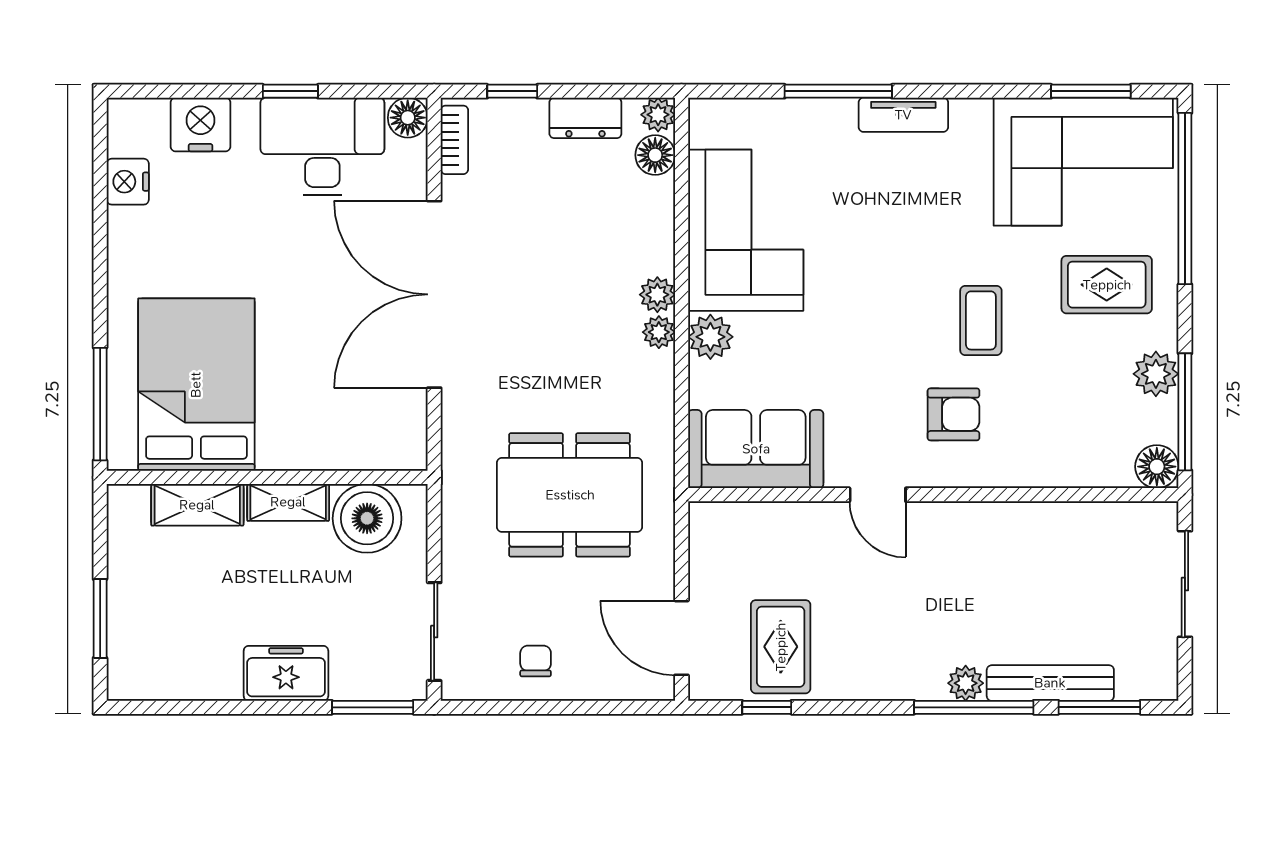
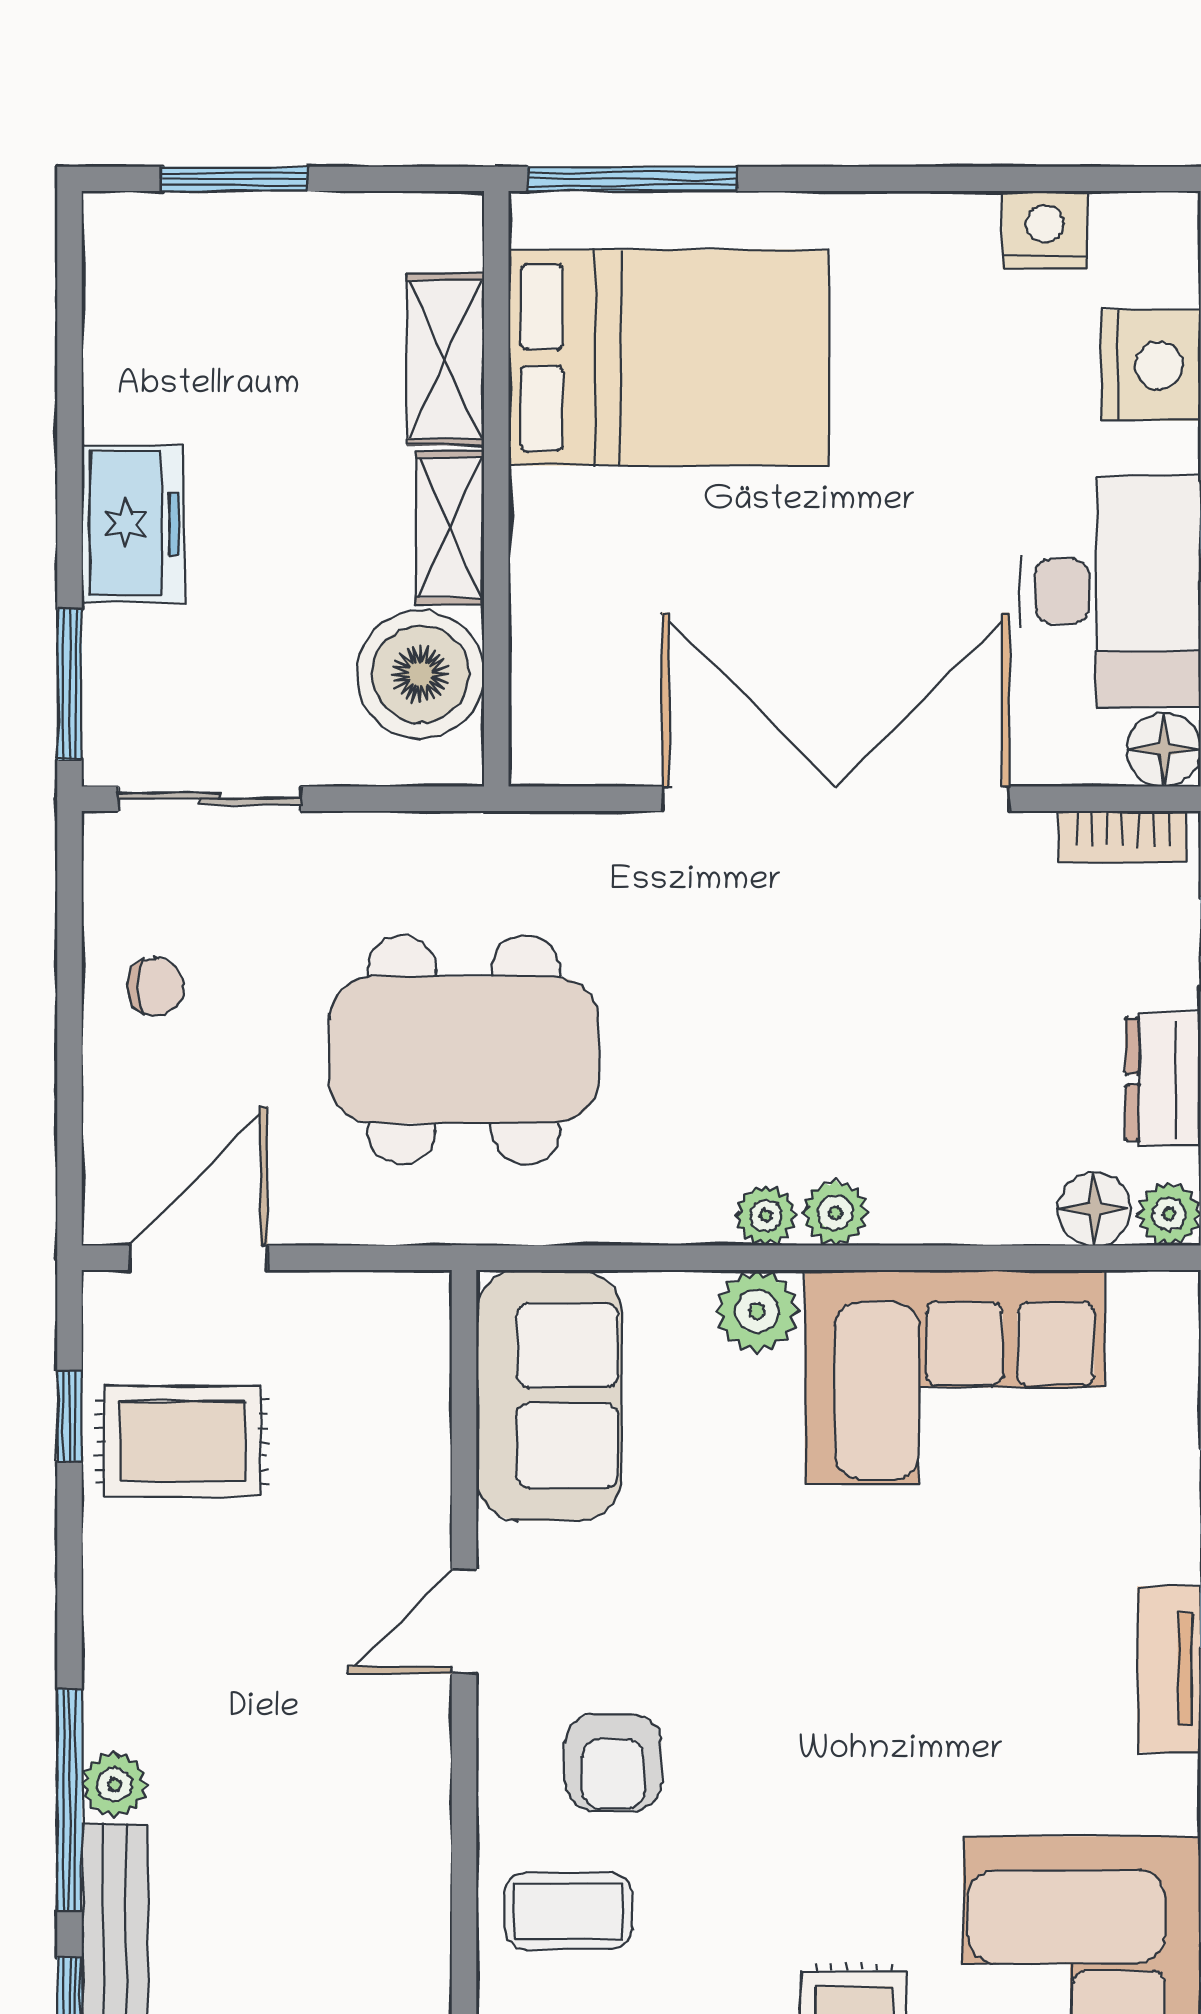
coffee table: (981, 320) -> (568, 1911), moved
dining table: (570, 495) -> (464, 1050), turned 90

